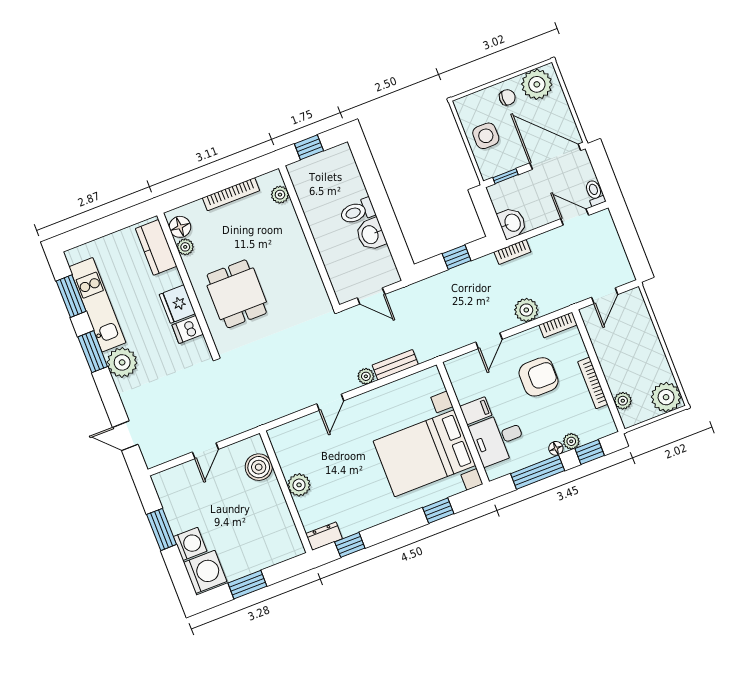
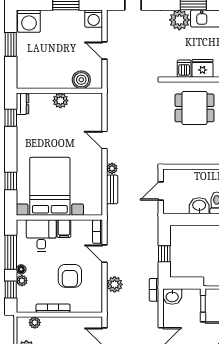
bookcase: (558, 325) -> (98, 232), moved
washing machine: (190, 544) -> (94, 19), moved

